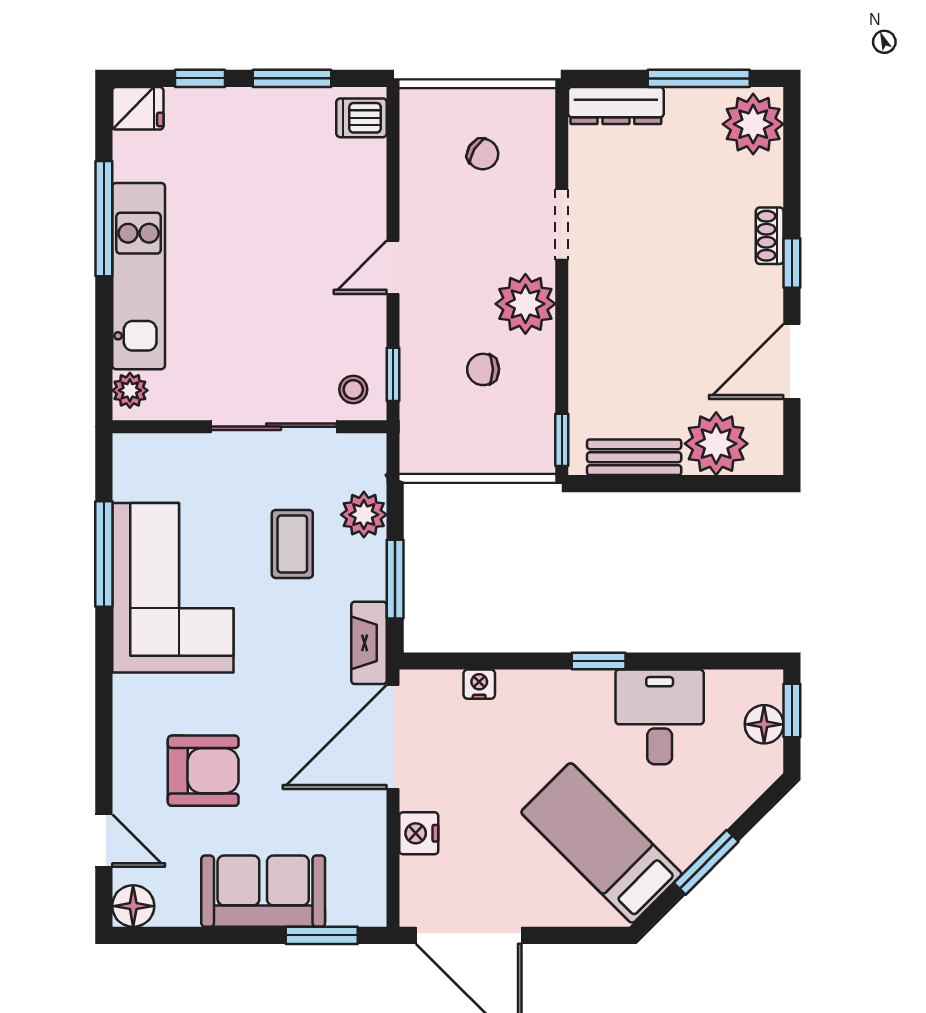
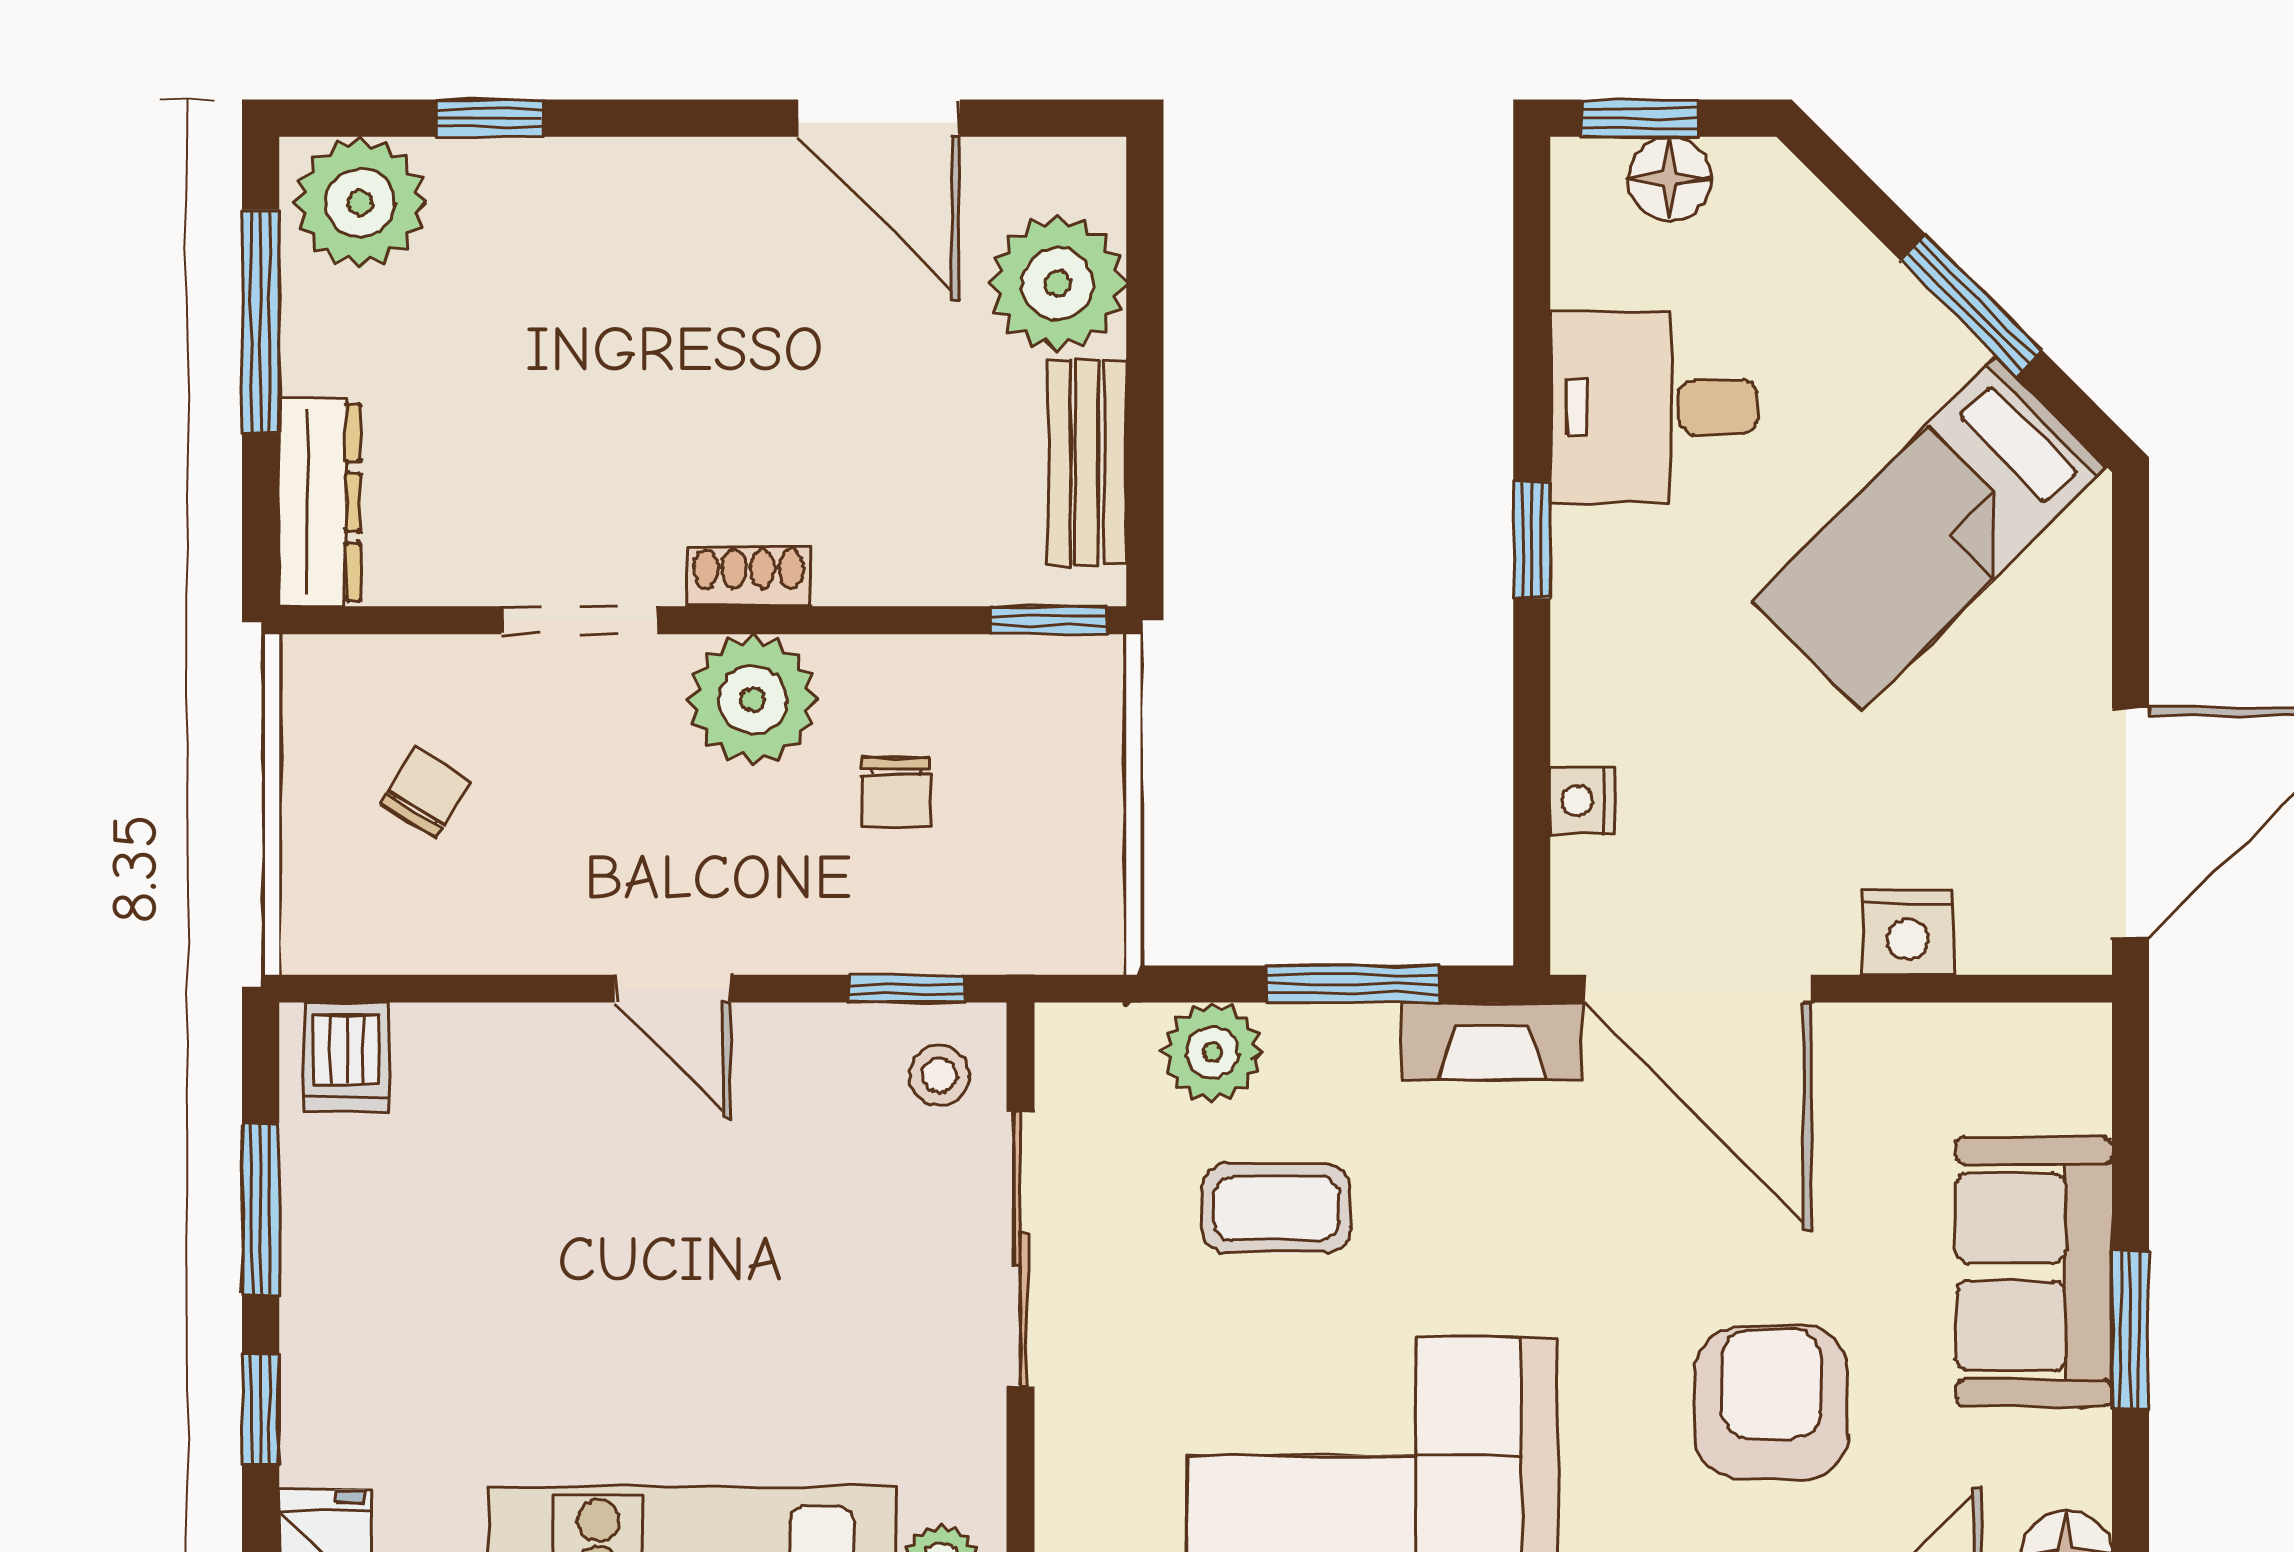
shoe rack: (770, 236) -> (748, 576), moved, turned 180
window: (792, 263) -> (489, 118), moved
window: (322, 935) -> (2131, 1330), moved

